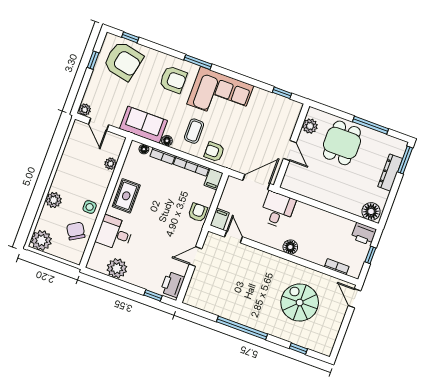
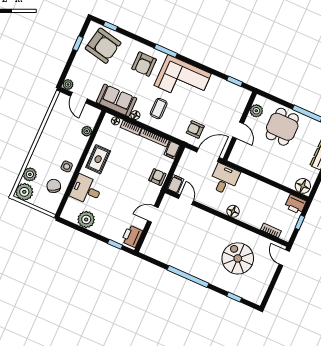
armchair: (173, 80) -> (144, 64), turned 90
armchair: (214, 152) -> (195, 129), moved
plant: (54, 200) -> (30, 174), moved

